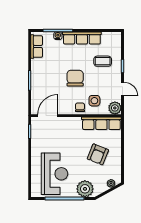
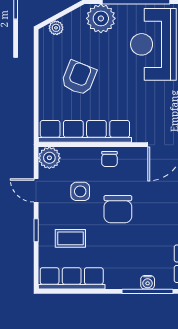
row of seats: (82, 38) -> (72, 278), moved
side table: (94, 101) -> (80, 191), moved
row of seats: (101, 123) -> (85, 131), width x1.36

